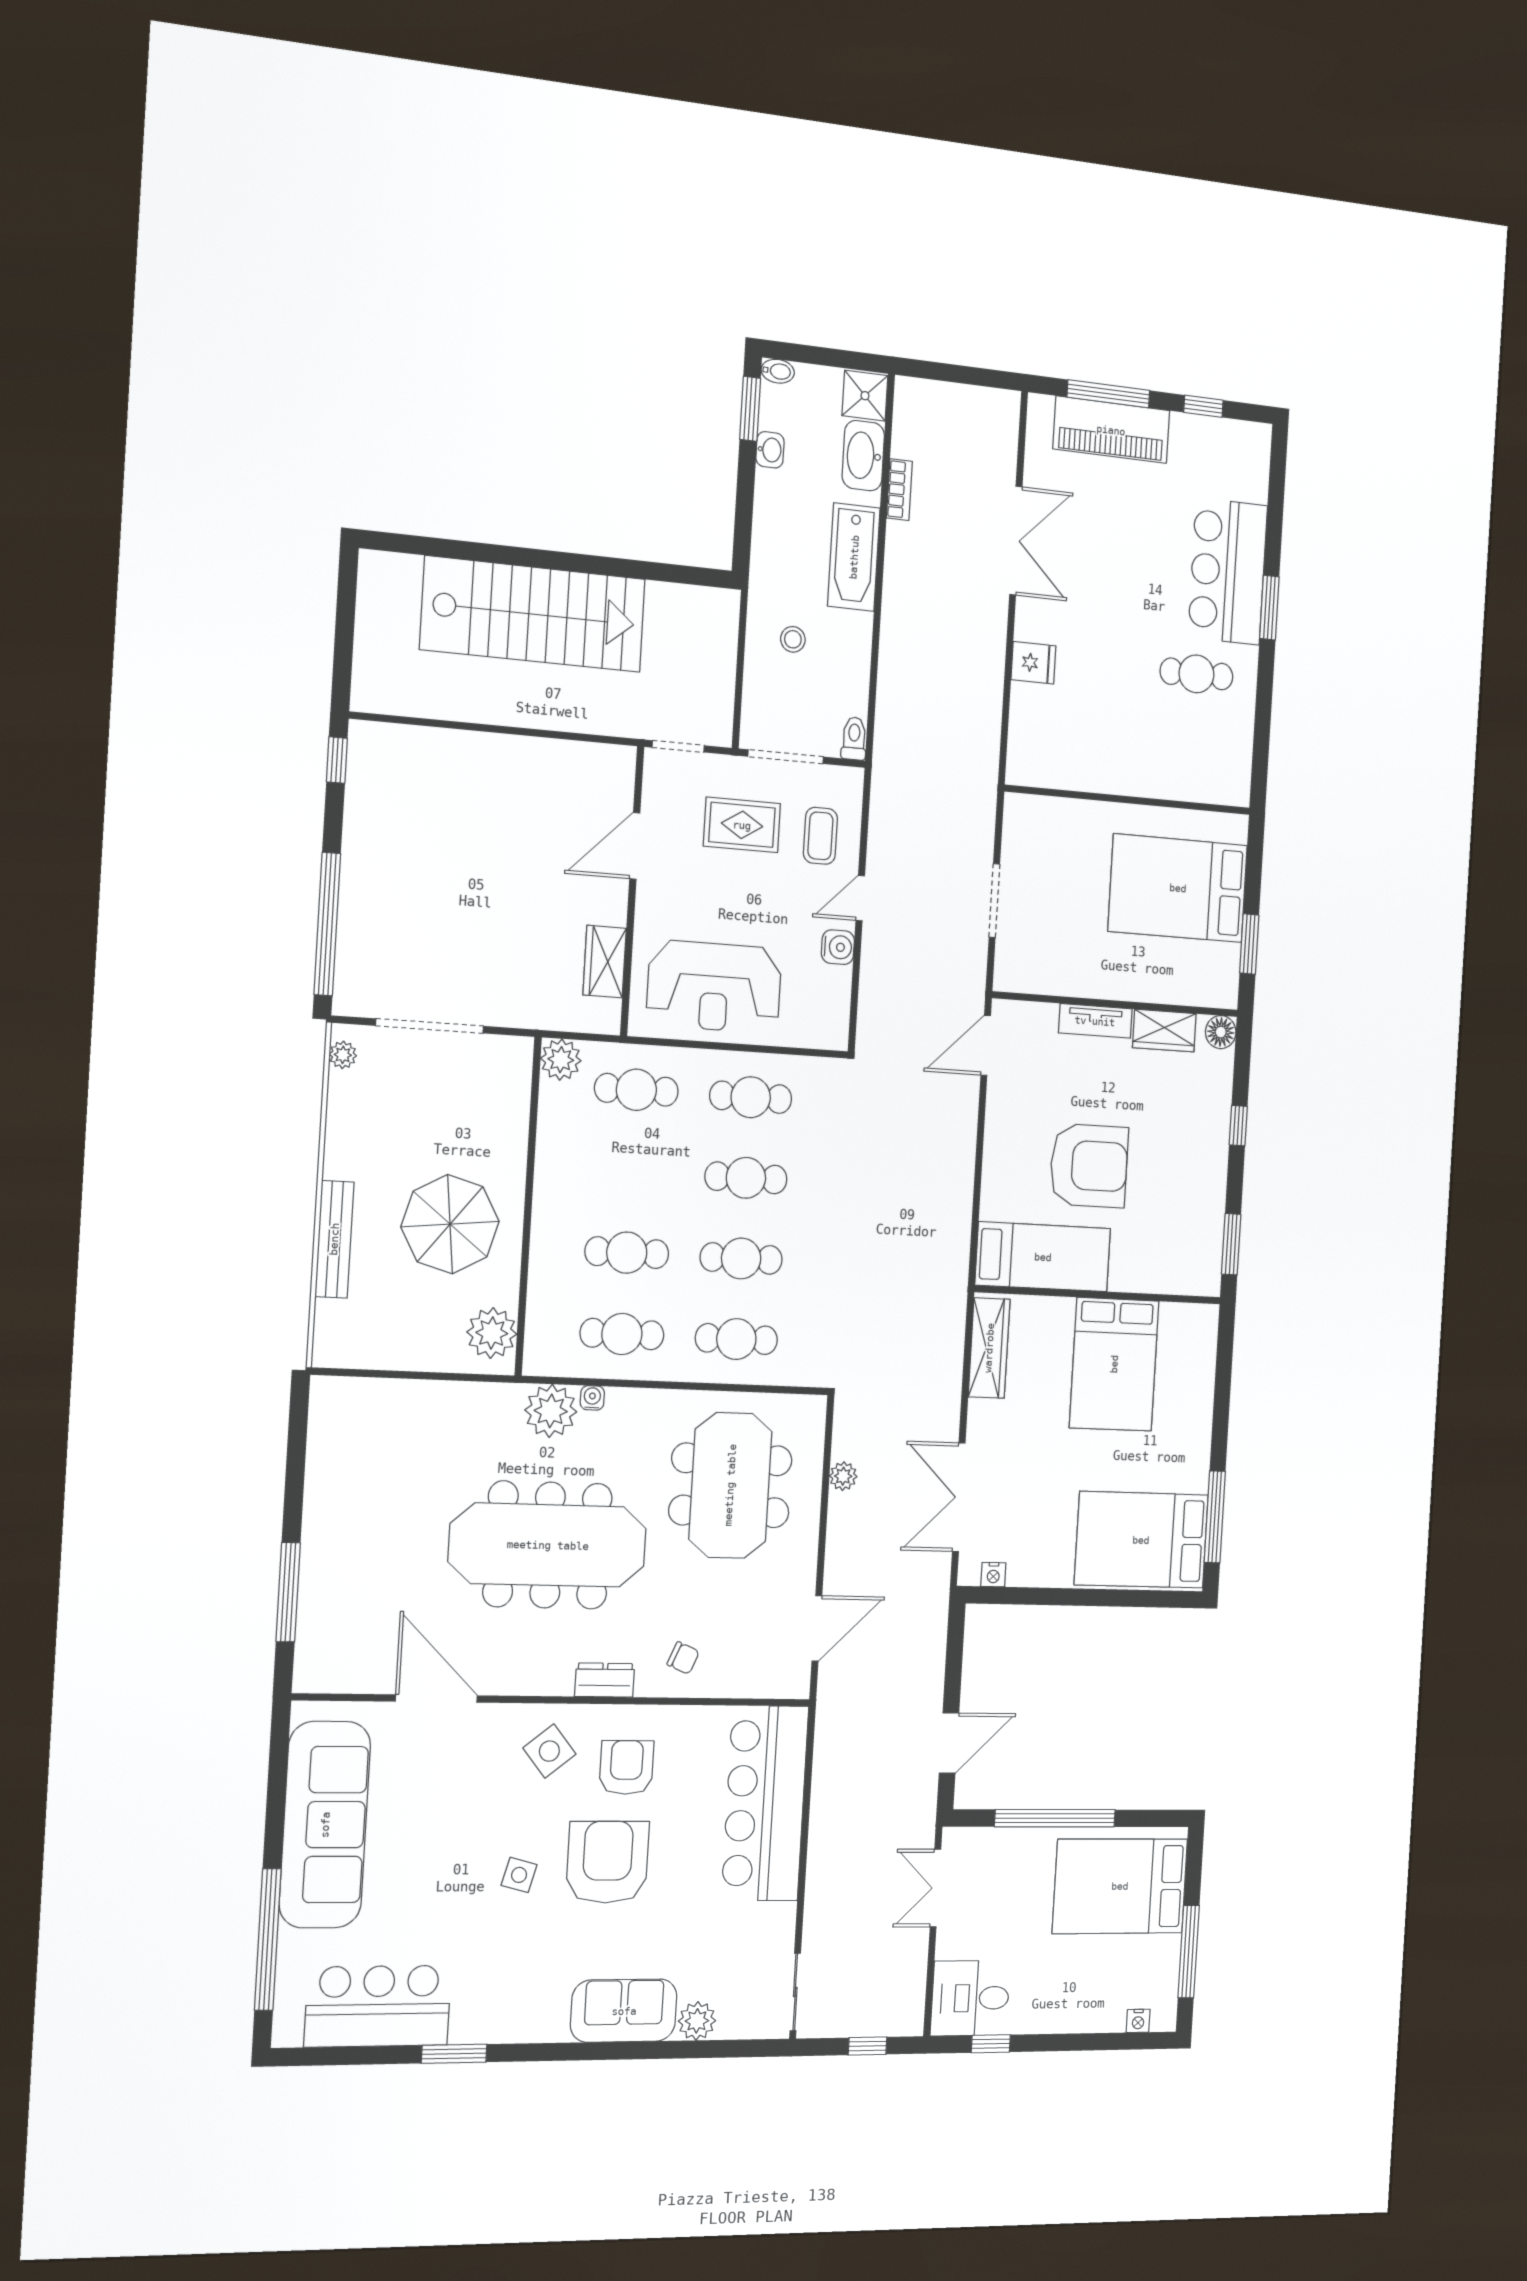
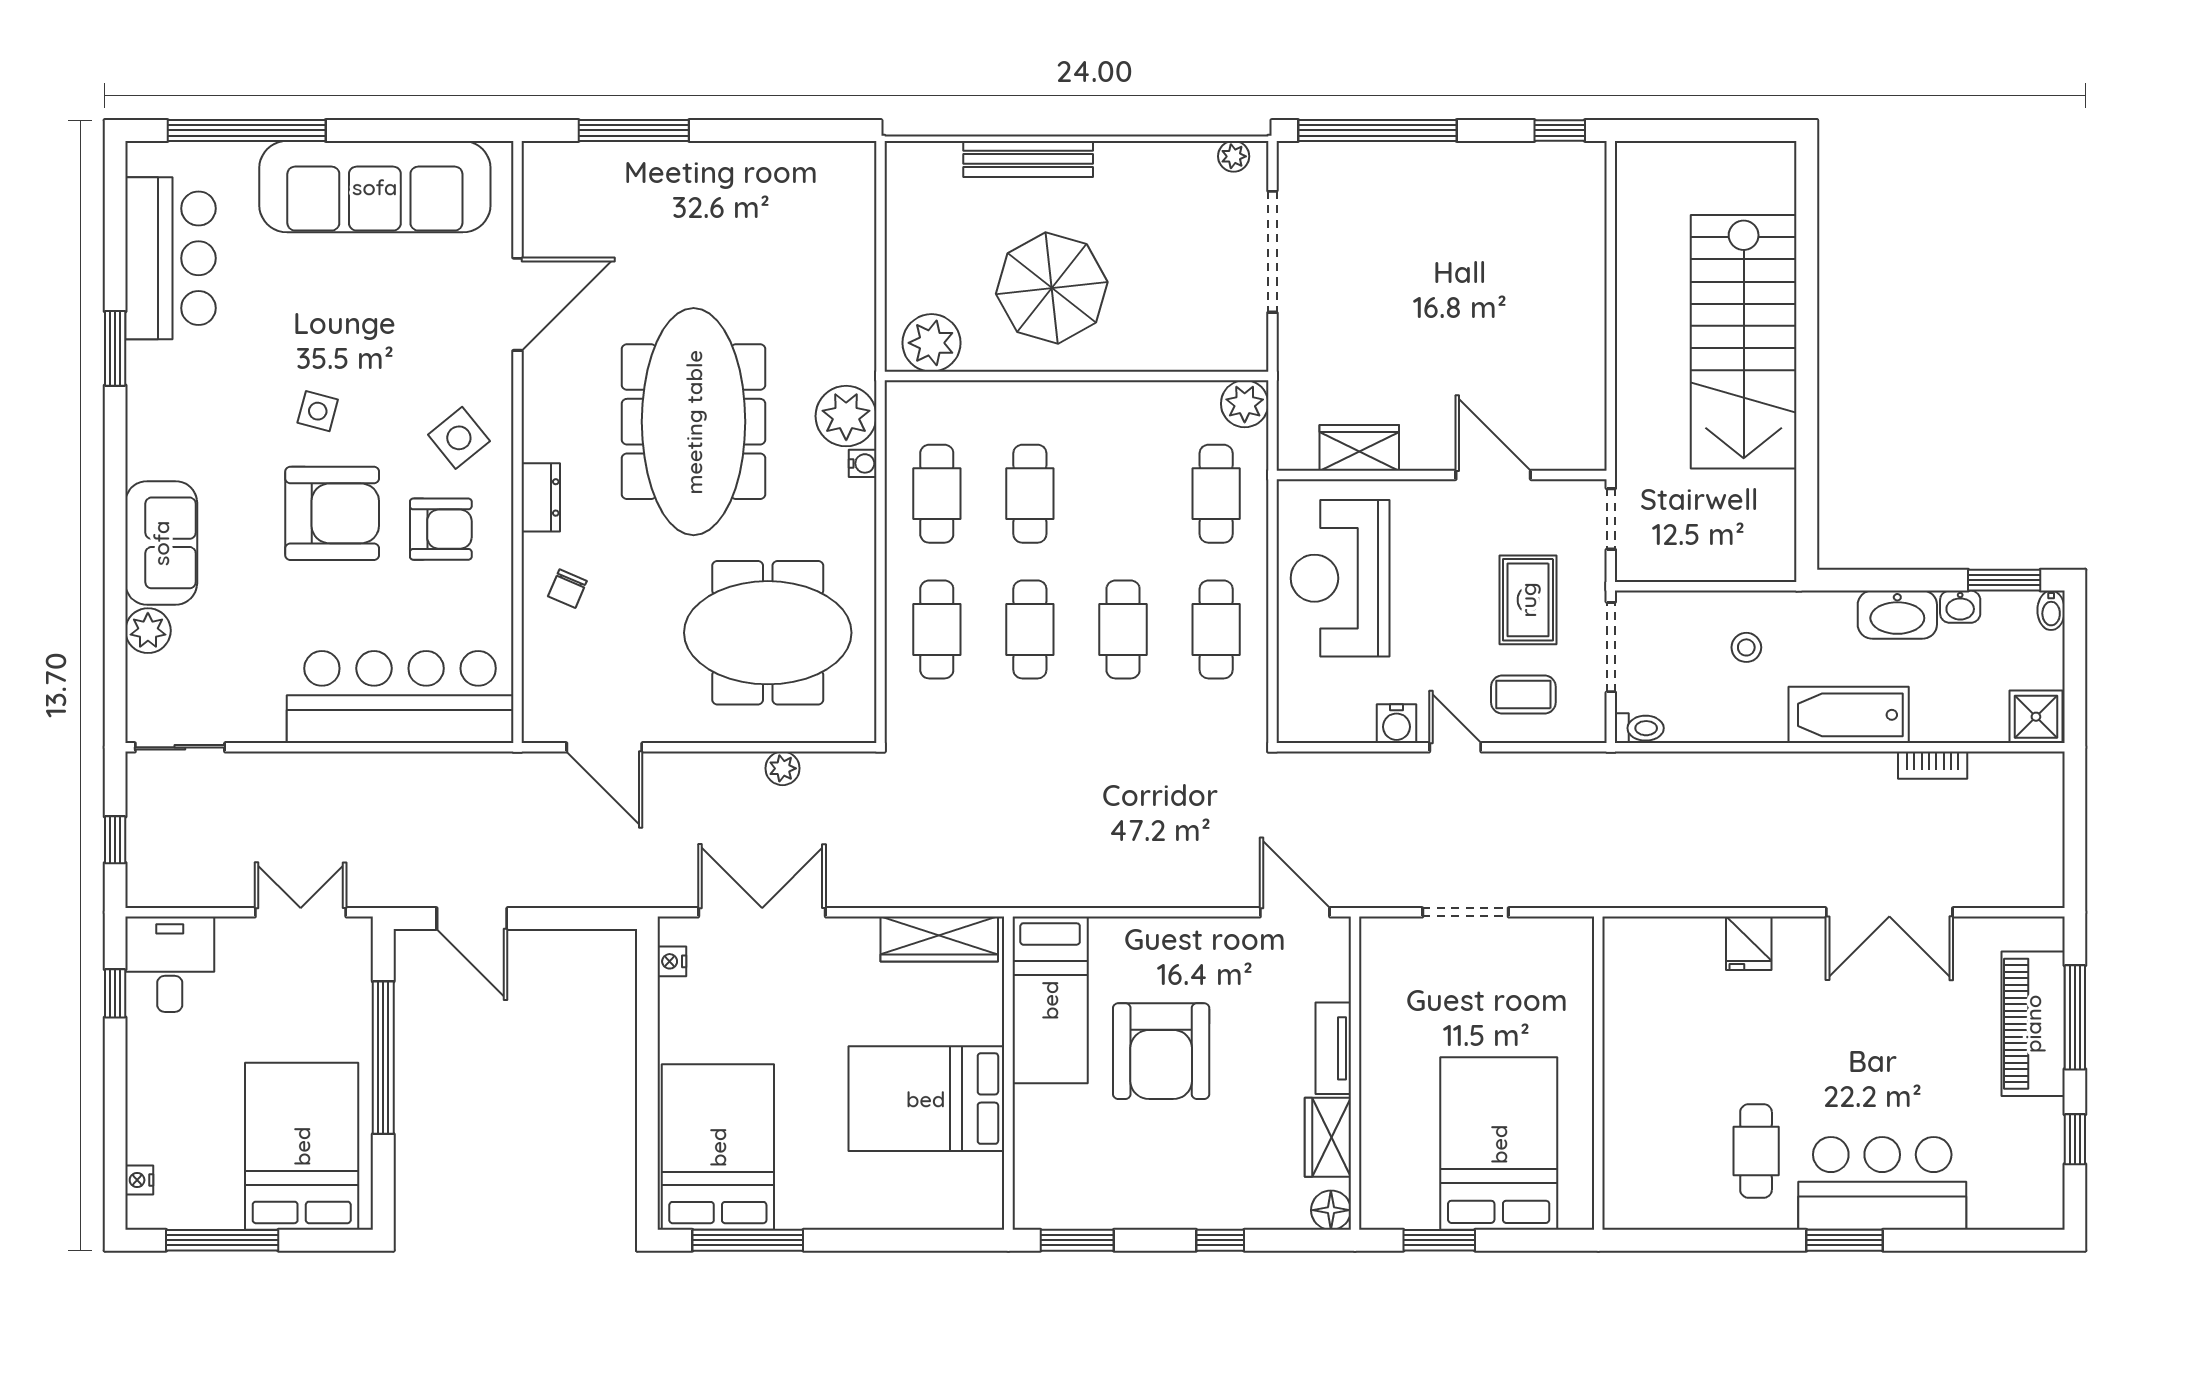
washbasin: (863, 456) -> (1897, 615), moved, turned 180

